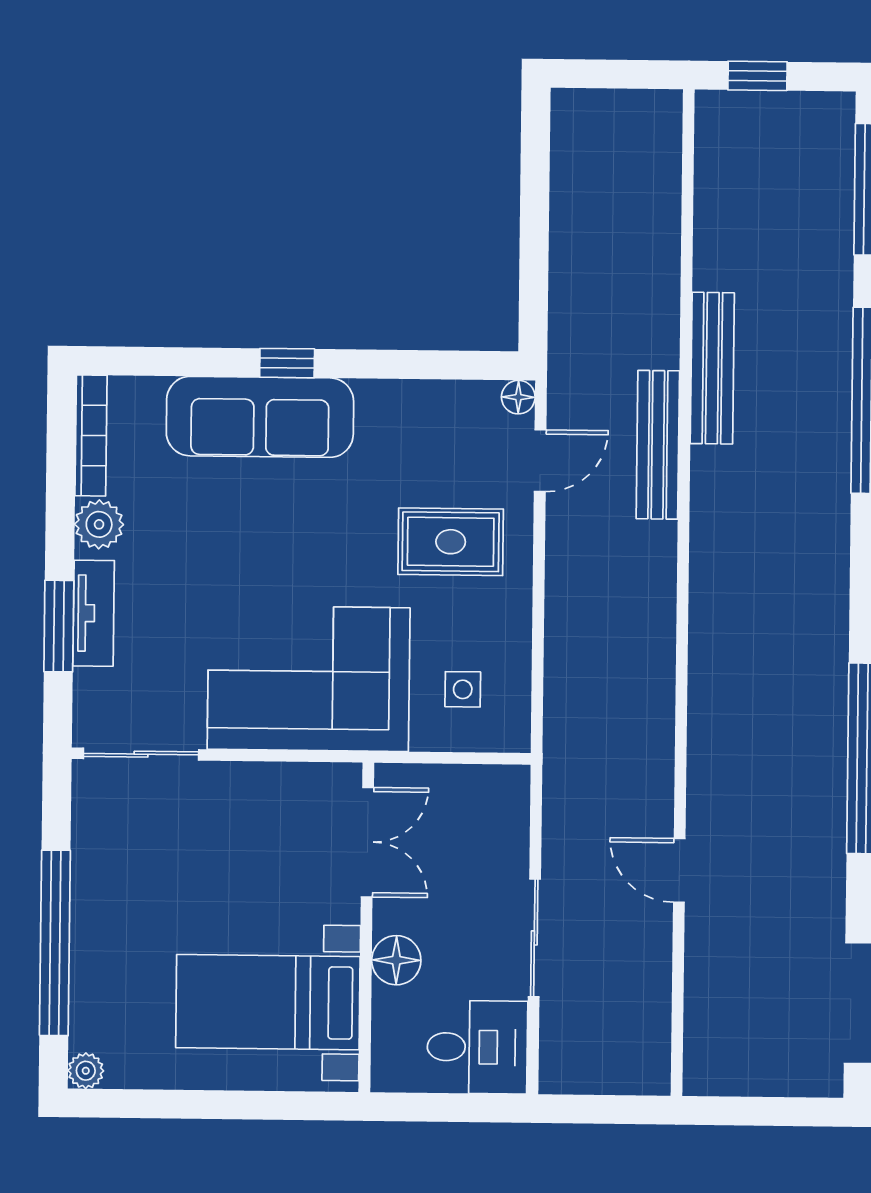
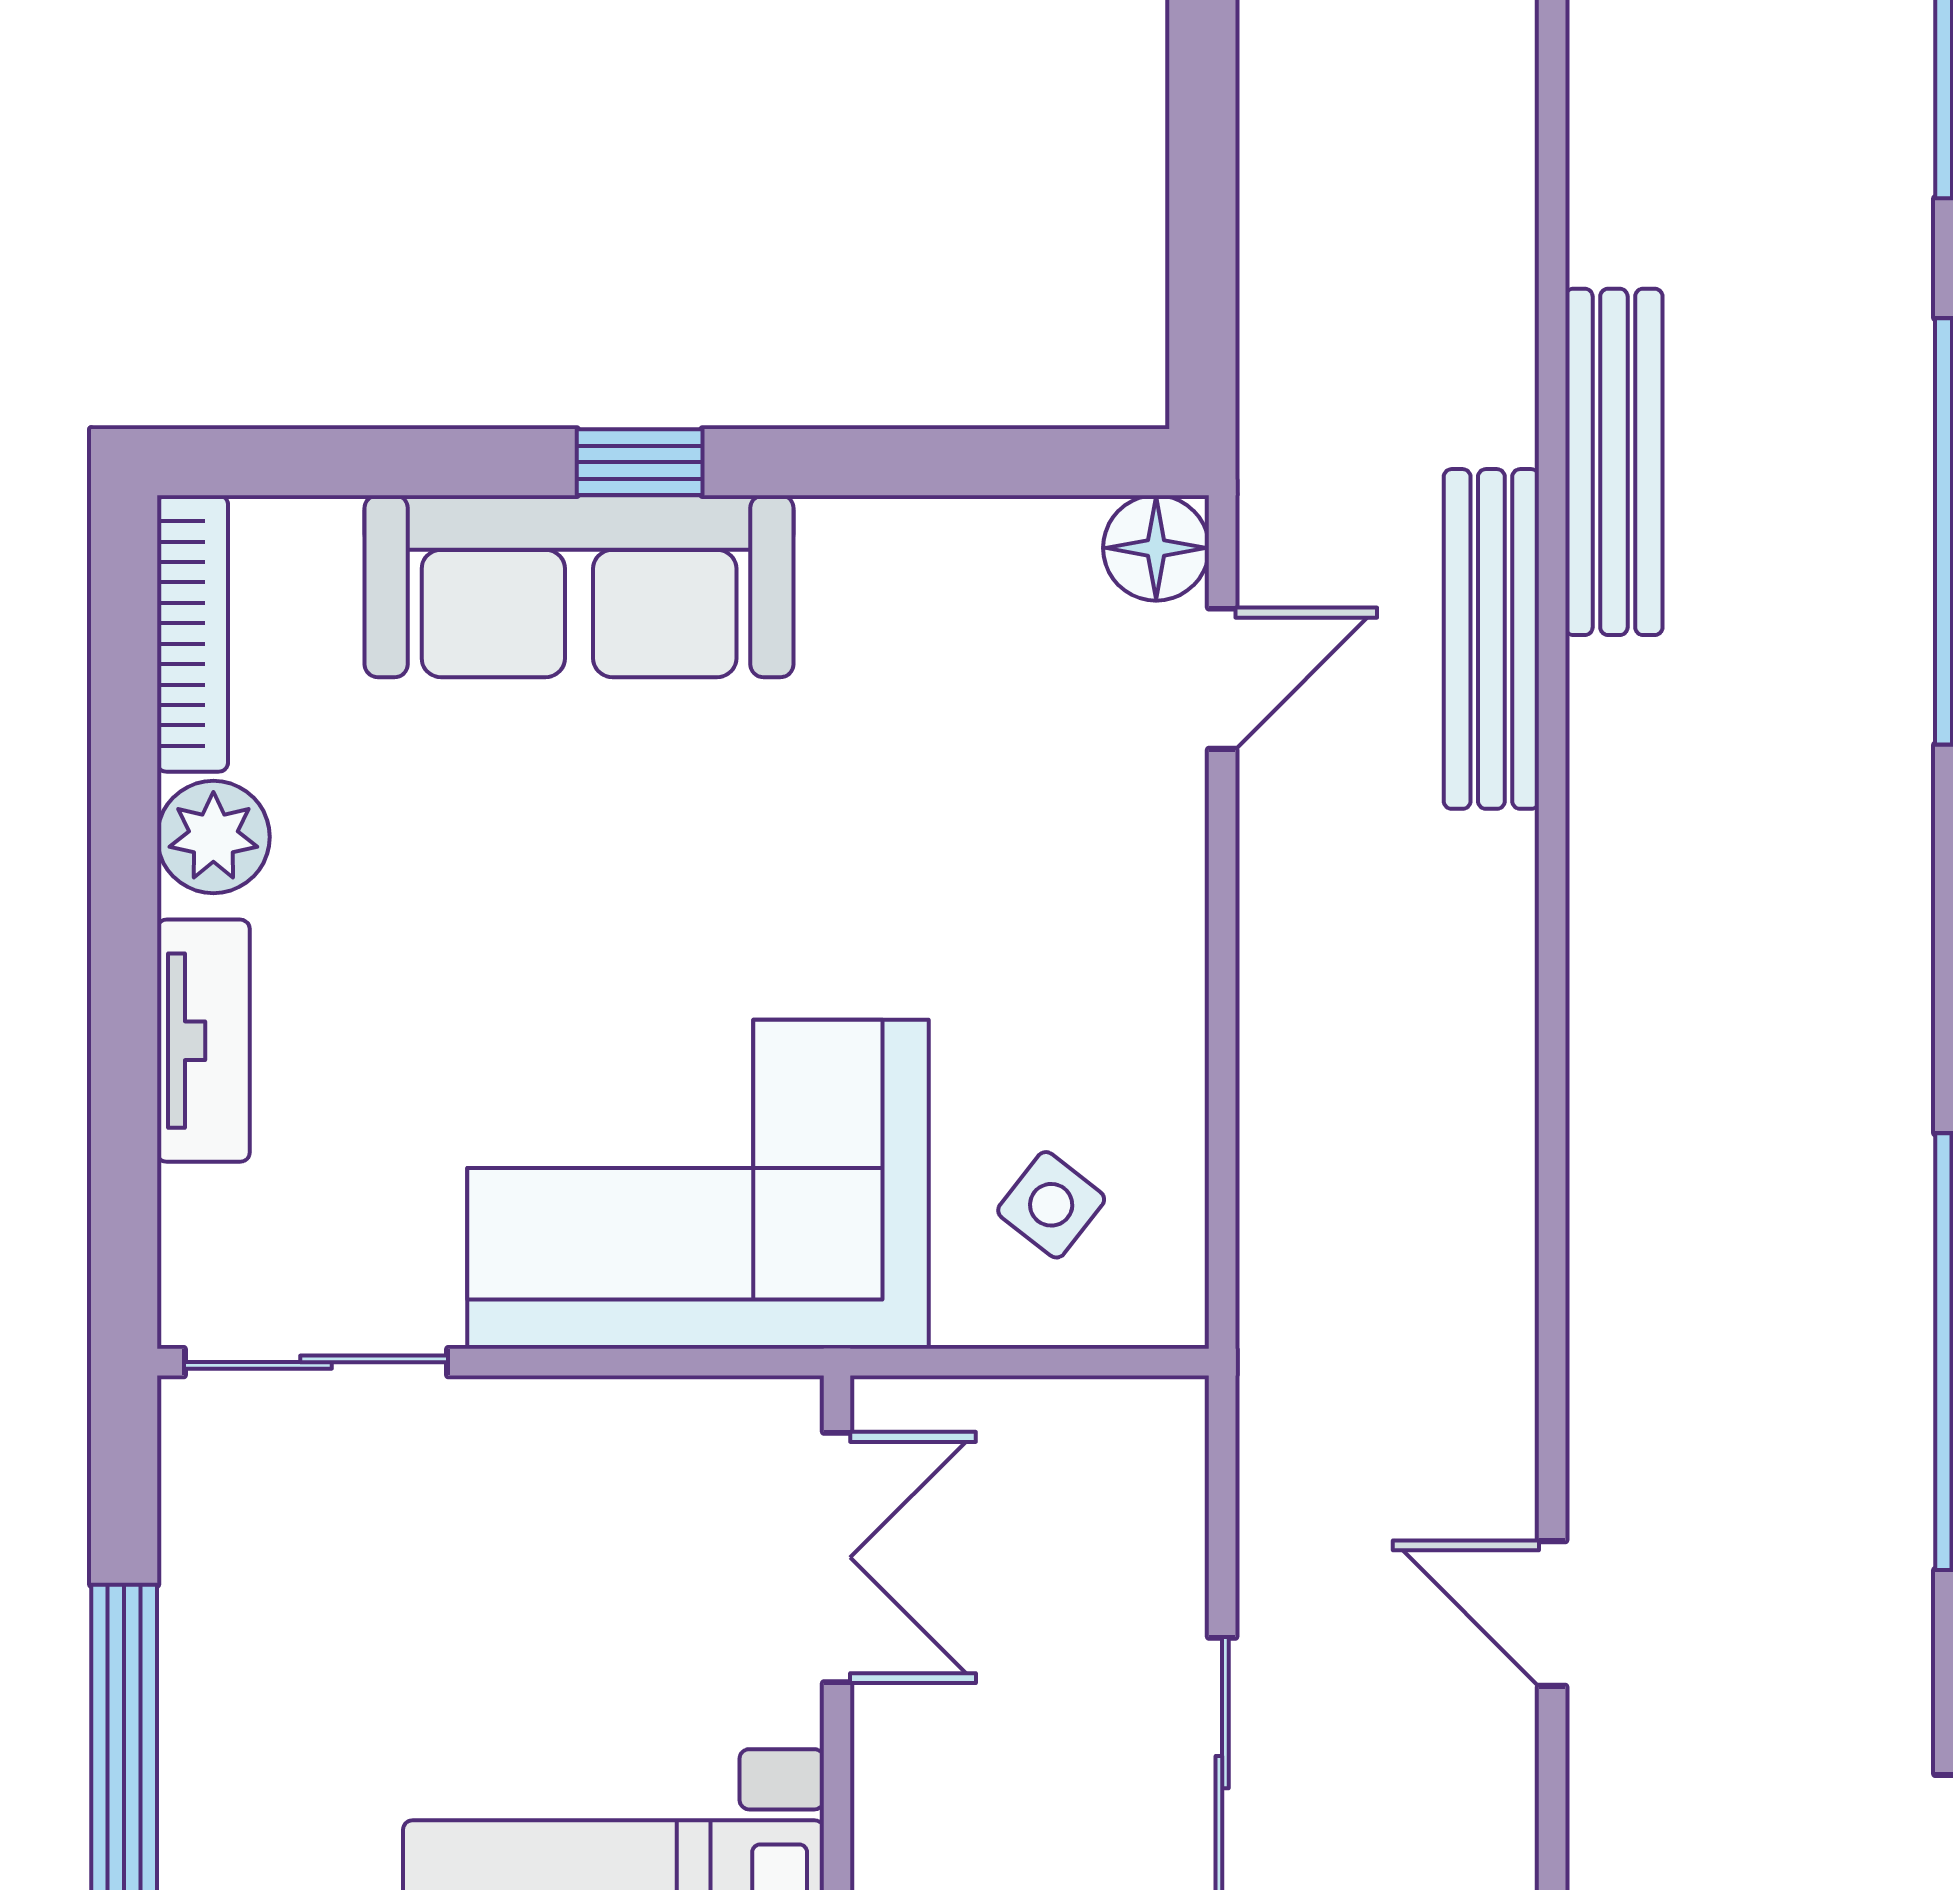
floor lamp: (518, 397) -> (1156, 548), width x1.37, depth x1.37
rug: (451, 542) -> (1019, 867), removed
window: (59, 626) -> (124, 1071), removed
side table: (463, 689) -> (1051, 1205), turned 38
floor lamp: (396, 960) -> (907, 1827), removed

